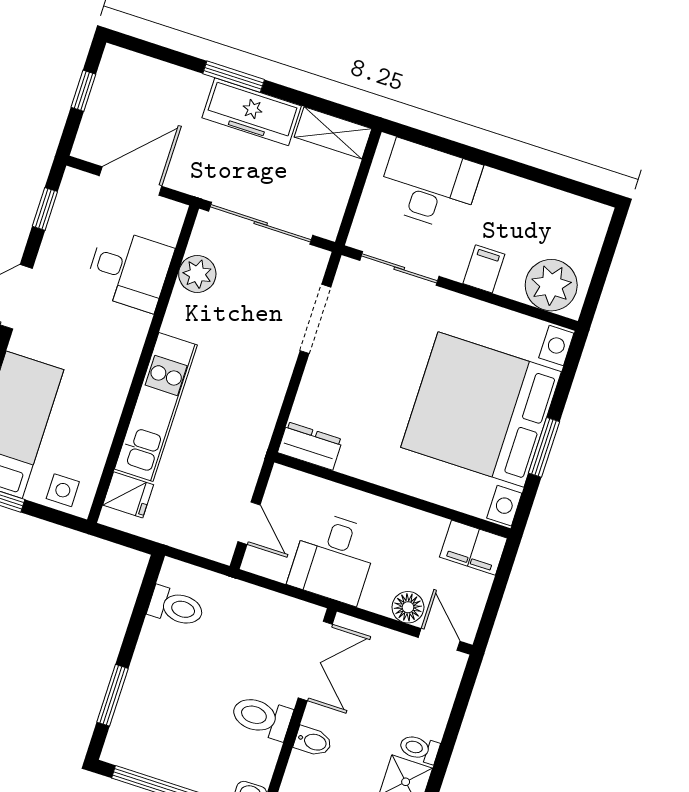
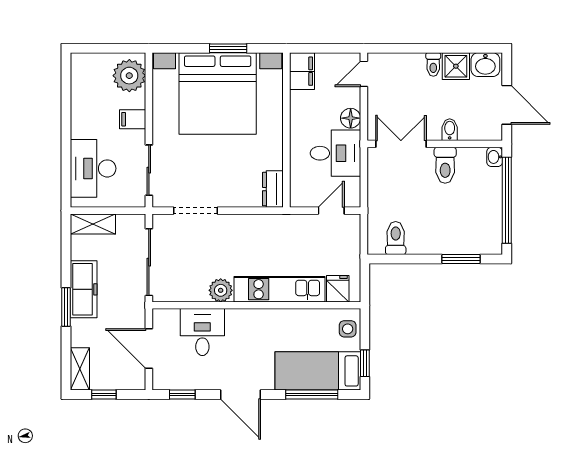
shelving: (134, 67) -> (80, 369), added
shelving: (333, 133) -> (93, 224), moved, turned 90
plant: (197, 274) -> (221, 290), moved
floor lamp: (408, 607) -> (351, 118), moved

